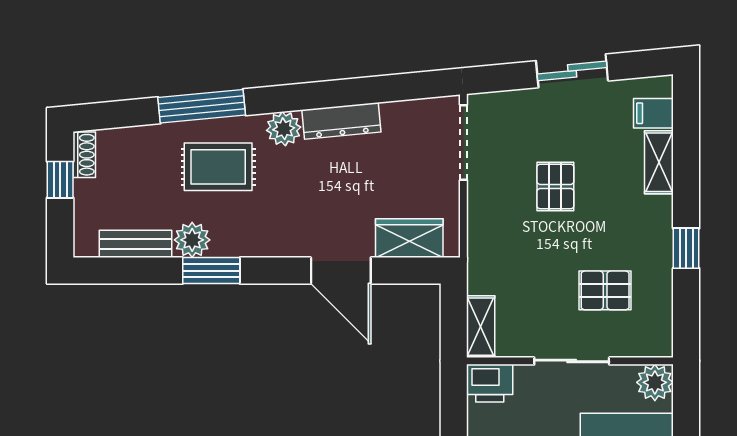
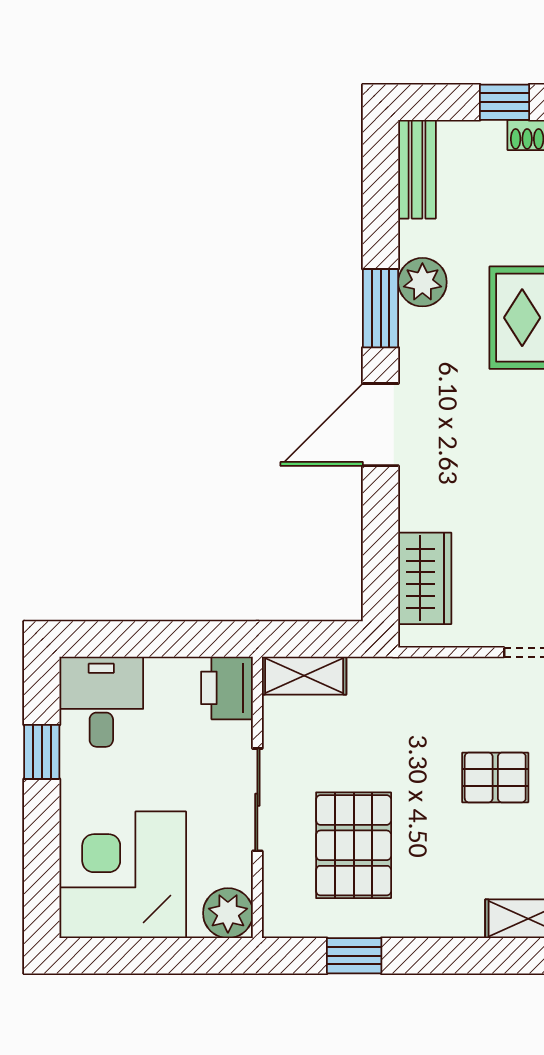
bench: (136, 244) -> (417, 169), moved
window: (686, 248) -> (354, 956), moved
door: (341, 271) -> (381, 425), moved
pallet: (605, 290) -> (354, 845), width x1.50, depth x1.42

